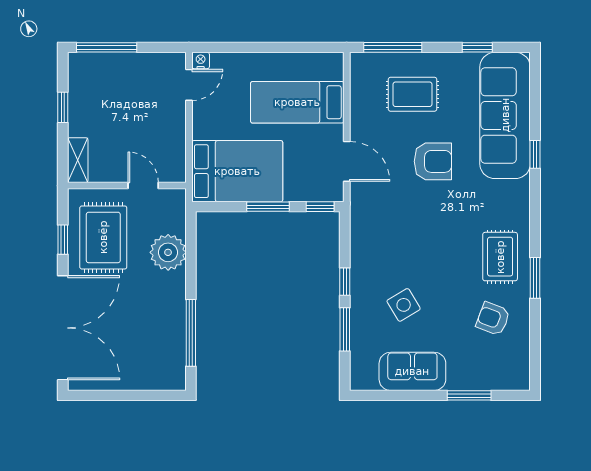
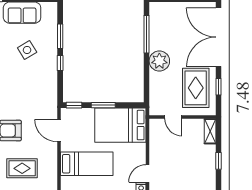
plant: (168, 252) -> (159, 61), moved

